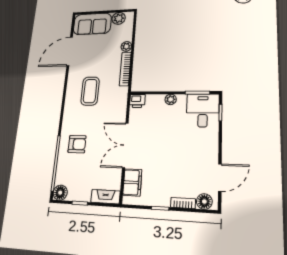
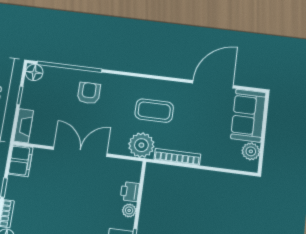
plant: (126, 46) -> (141, 145), moved, width x1.87, depth x1.87
door: (70, 51) -> (213, 84), hinge flipped
printer: (137, 101) -> (130, 192), moved
armchair: (77, 144) -> (89, 93), turned 180
filing cabinet: (132, 182) -> (21, 161), moved, turned -90

